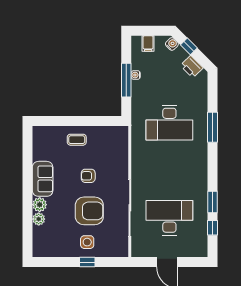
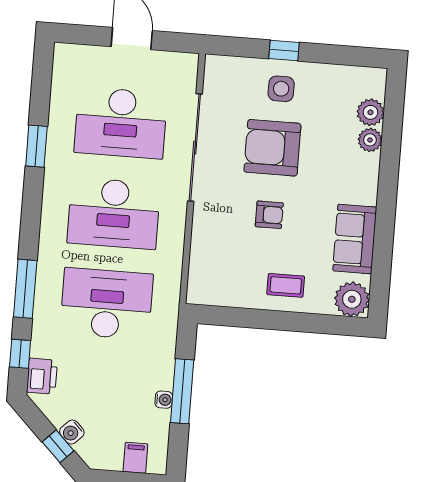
water cooler: (172, 44) -> (72, 432), moved
printer: (192, 67) -> (42, 376), moved, turned 45
plant: (42, 135) -> (352, 299), added
desk: (169, 170) -> (114, 213), added
sofa: (43, 179) -> (355, 239), moved
plant: (40, 205) -> (370, 112), moved
window: (212, 228) -> (20, 354), moved

